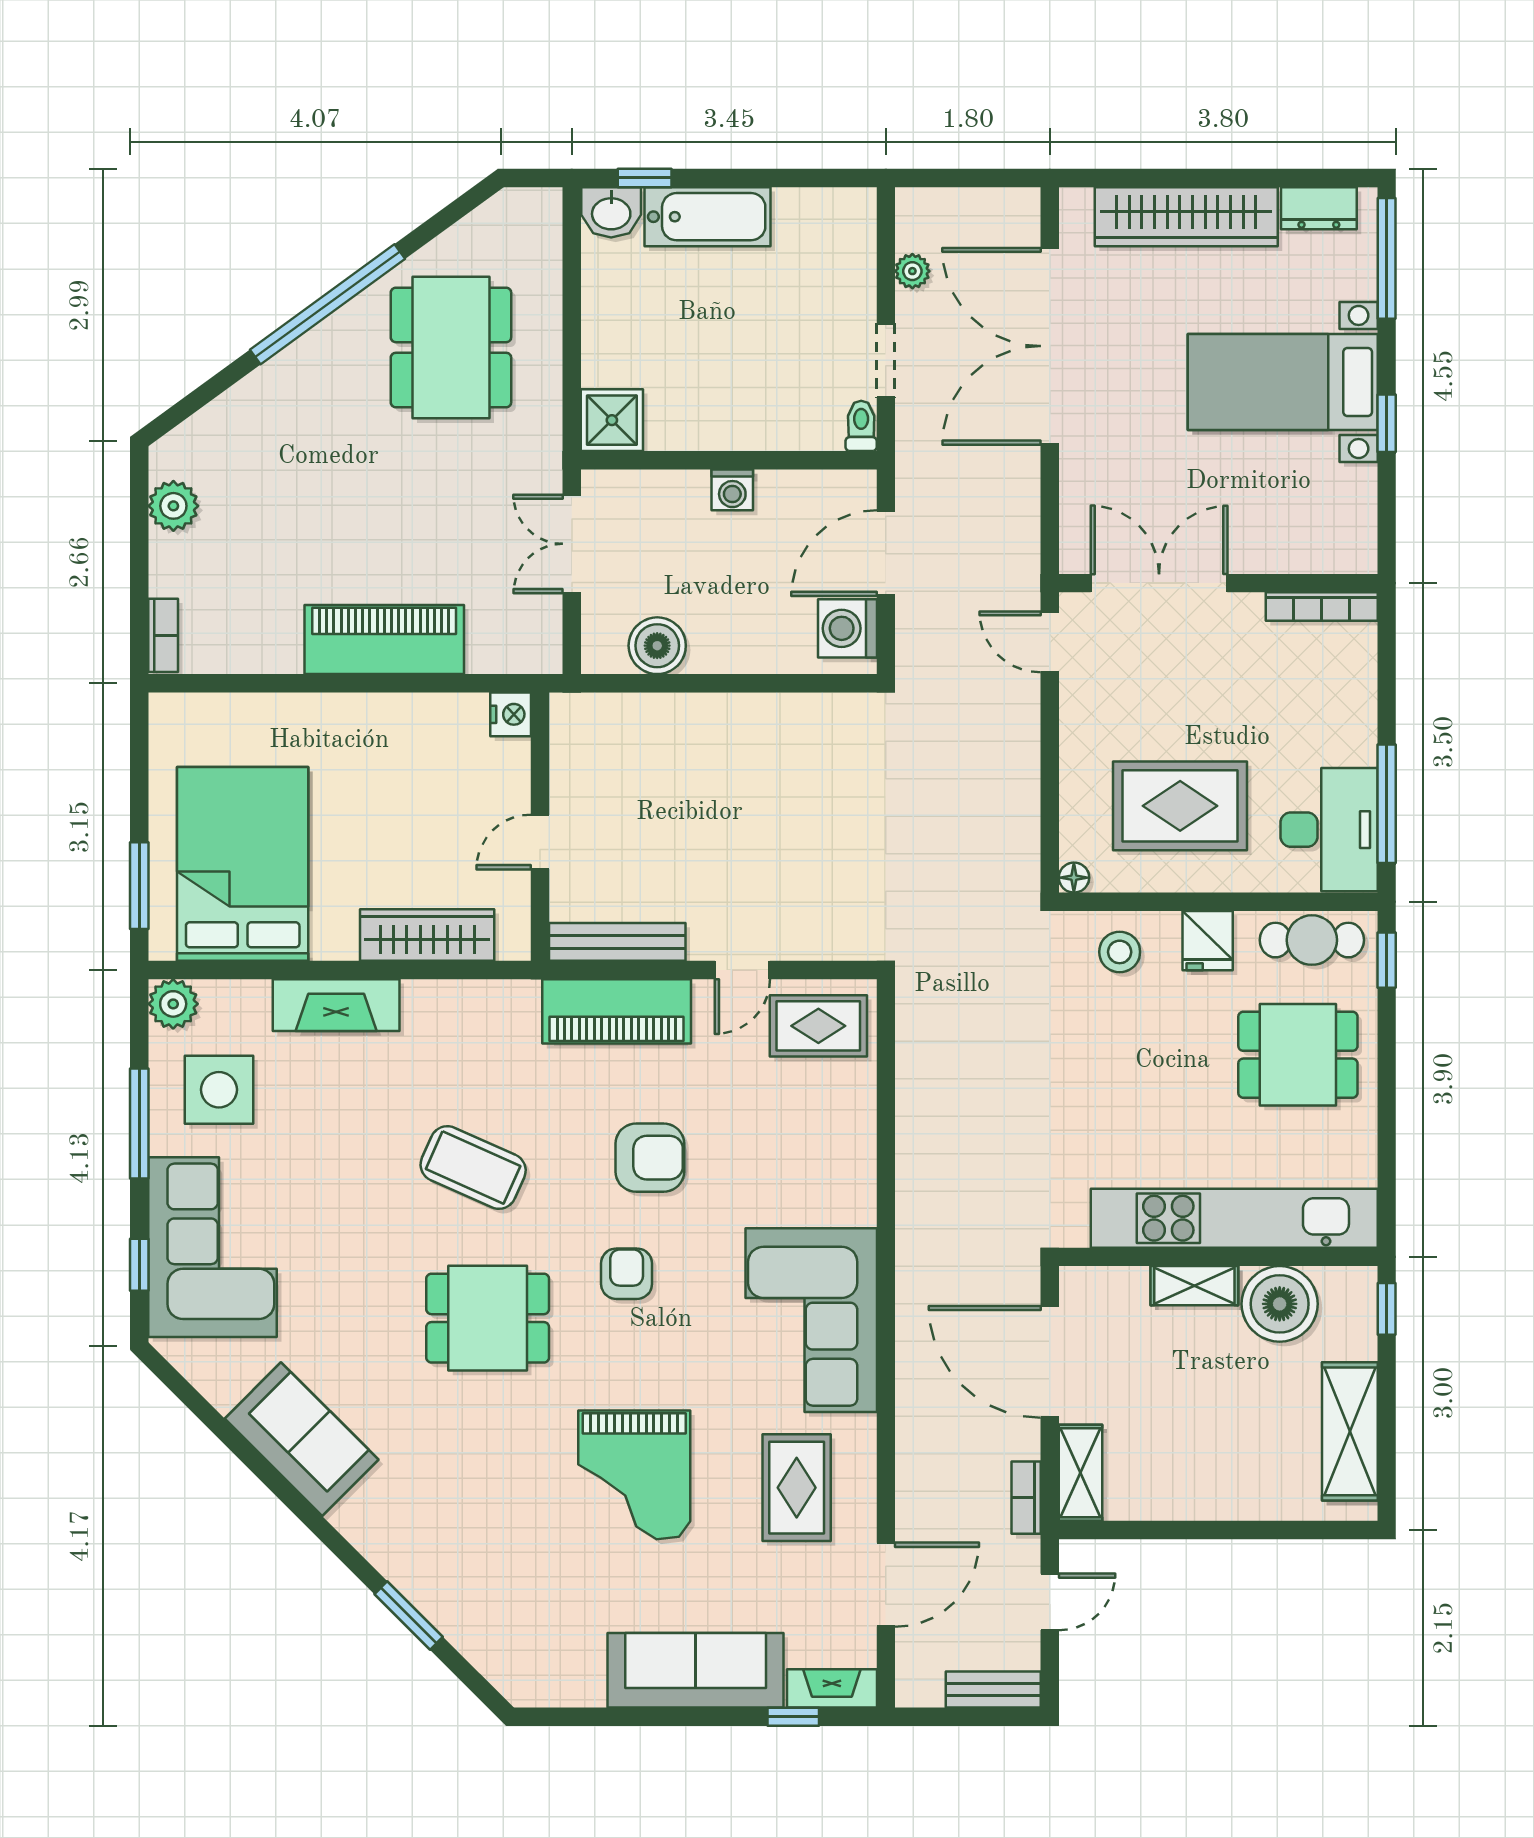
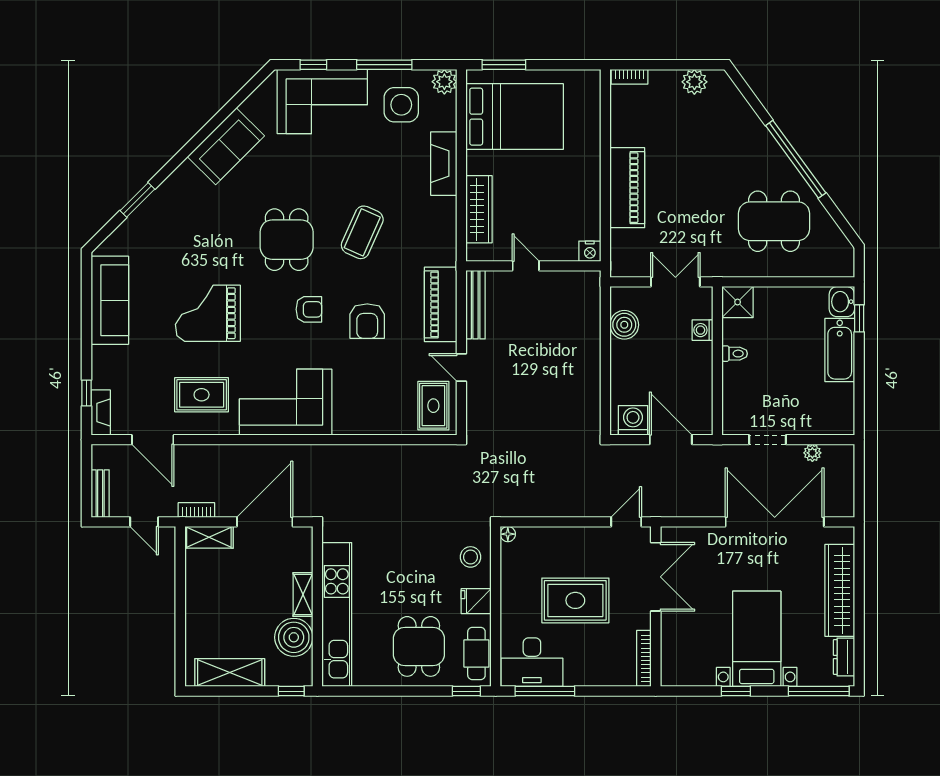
toilet: (861, 426) -> (735, 354), moved
washing machine: (732, 490) -> (702, 330), moved
rug: (1180, 806) -> (575, 600), moved, turned 90
sofa: (696, 1670) -> (110, 300), moved

